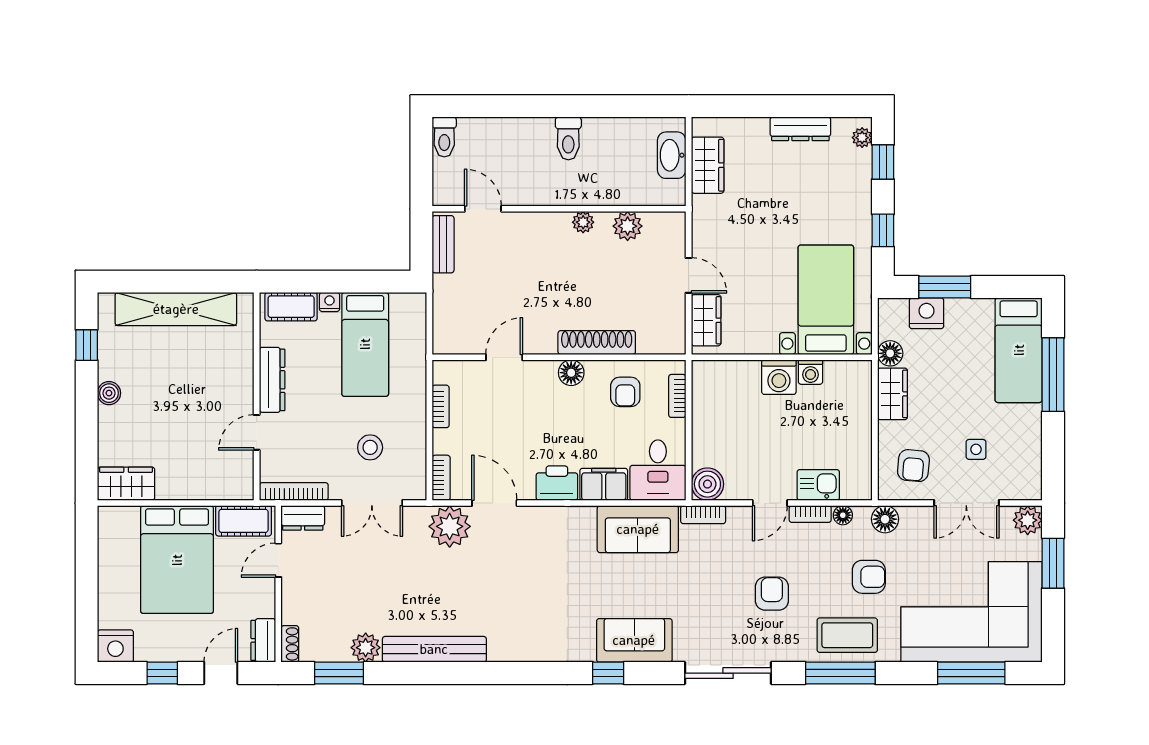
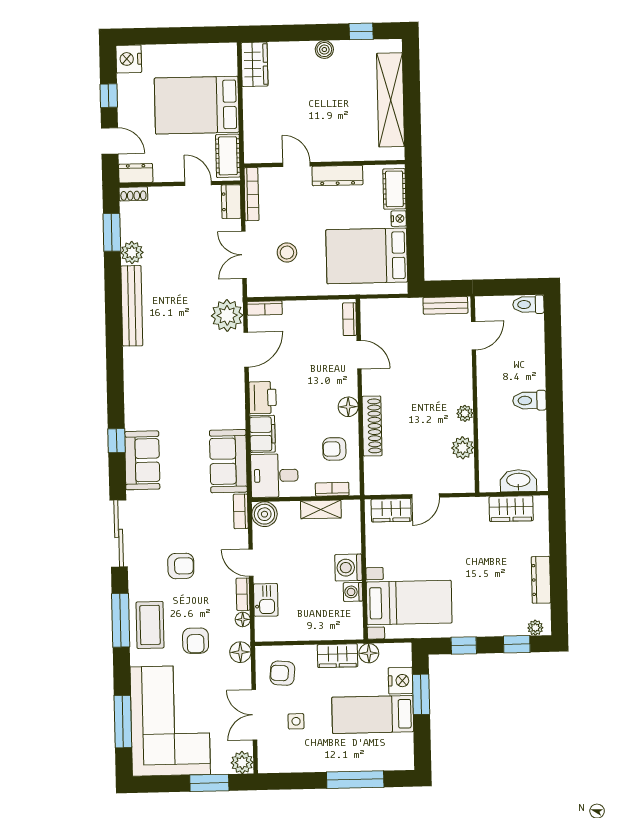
bed: (365, 344) -> (367, 256), width x1.50
bed: (1019, 350) -> (373, 714), moved
bookcase: (441, 406) -> (350, 319), moved, turned 90
shelving: (703, 411) -> (321, 509), added

